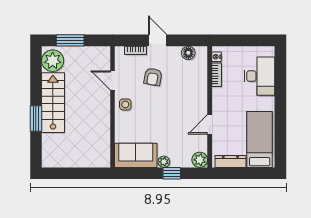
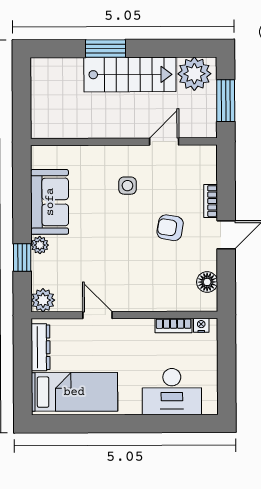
door: (112, 80) -> (164, 142), moved
wall: (112, 107) -> (124, 142), moved

